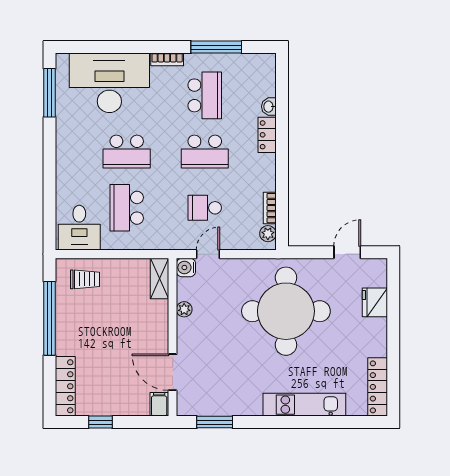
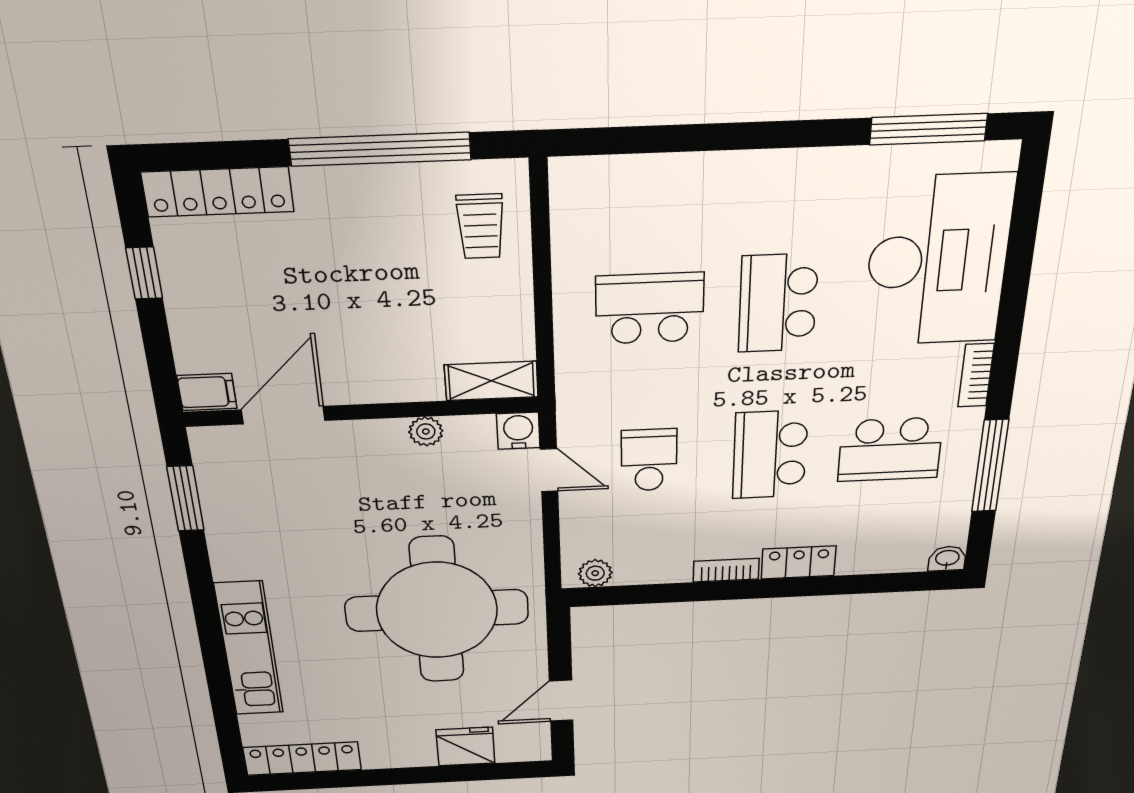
washbasin: (269, 107) -> (947, 559), moved
bookcase: (270, 208) -> (726, 570), moved
desk: (79, 228) -> (603, 209), removed
door: (347, 252) -> (561, 701), swing flipped

